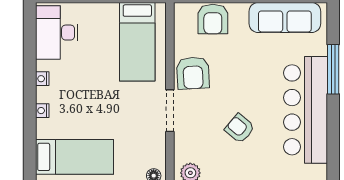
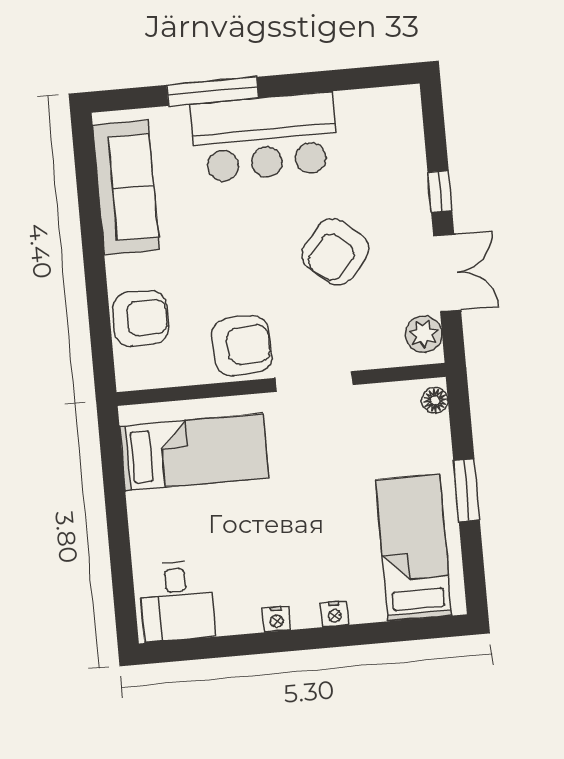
desk: (57, 33) -> (177, 601), width x0.73
bar counter: (306, 110) -> (265, 137), width x0.73
armchair: (240, 128) -> (335, 252), width x1.38, depth x1.38

